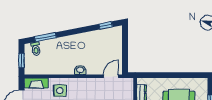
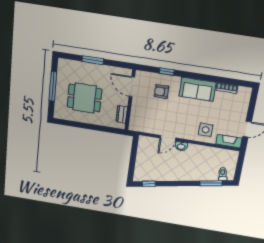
window: (22, 60) -> (240, 165), removed
door: (111, 76) -> (168, 138), moved

